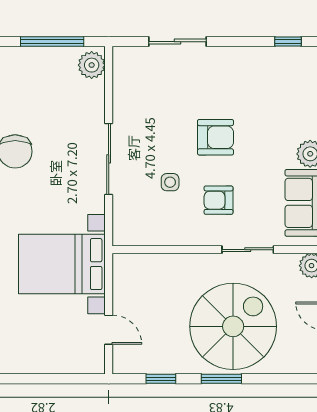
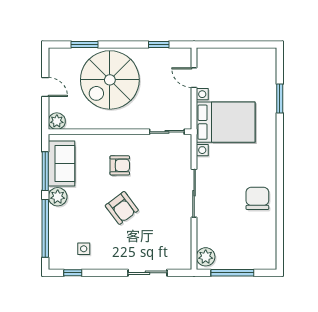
armchair: (215, 137) -> (122, 208), turned -127
side table: (170, 182) -> (84, 249), moved
sliding door: (248, 250) -> (167, 132), moved
window: (221, 379) -> (85, 44), moved

